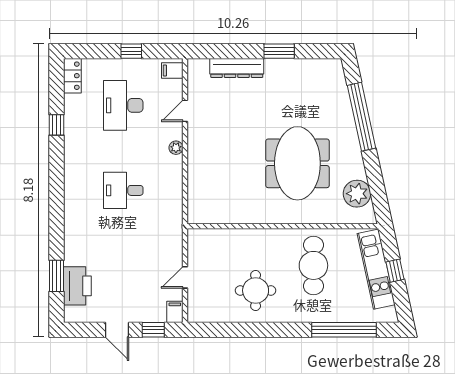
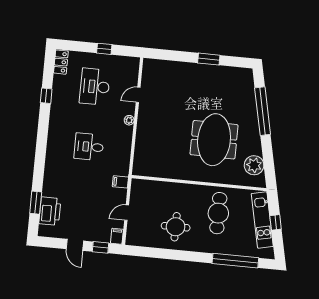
dresser: (237, 68) -> (178, 68), removed
filing cabinet: (172, 70) -> (120, 182), moved

